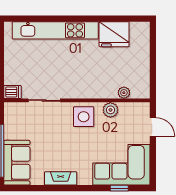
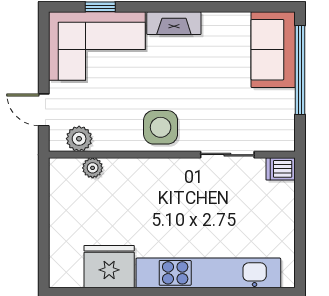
plant: (110, 110) -> (79, 139), moved
fireplace: (61, 178) -> (174, 23), moved

